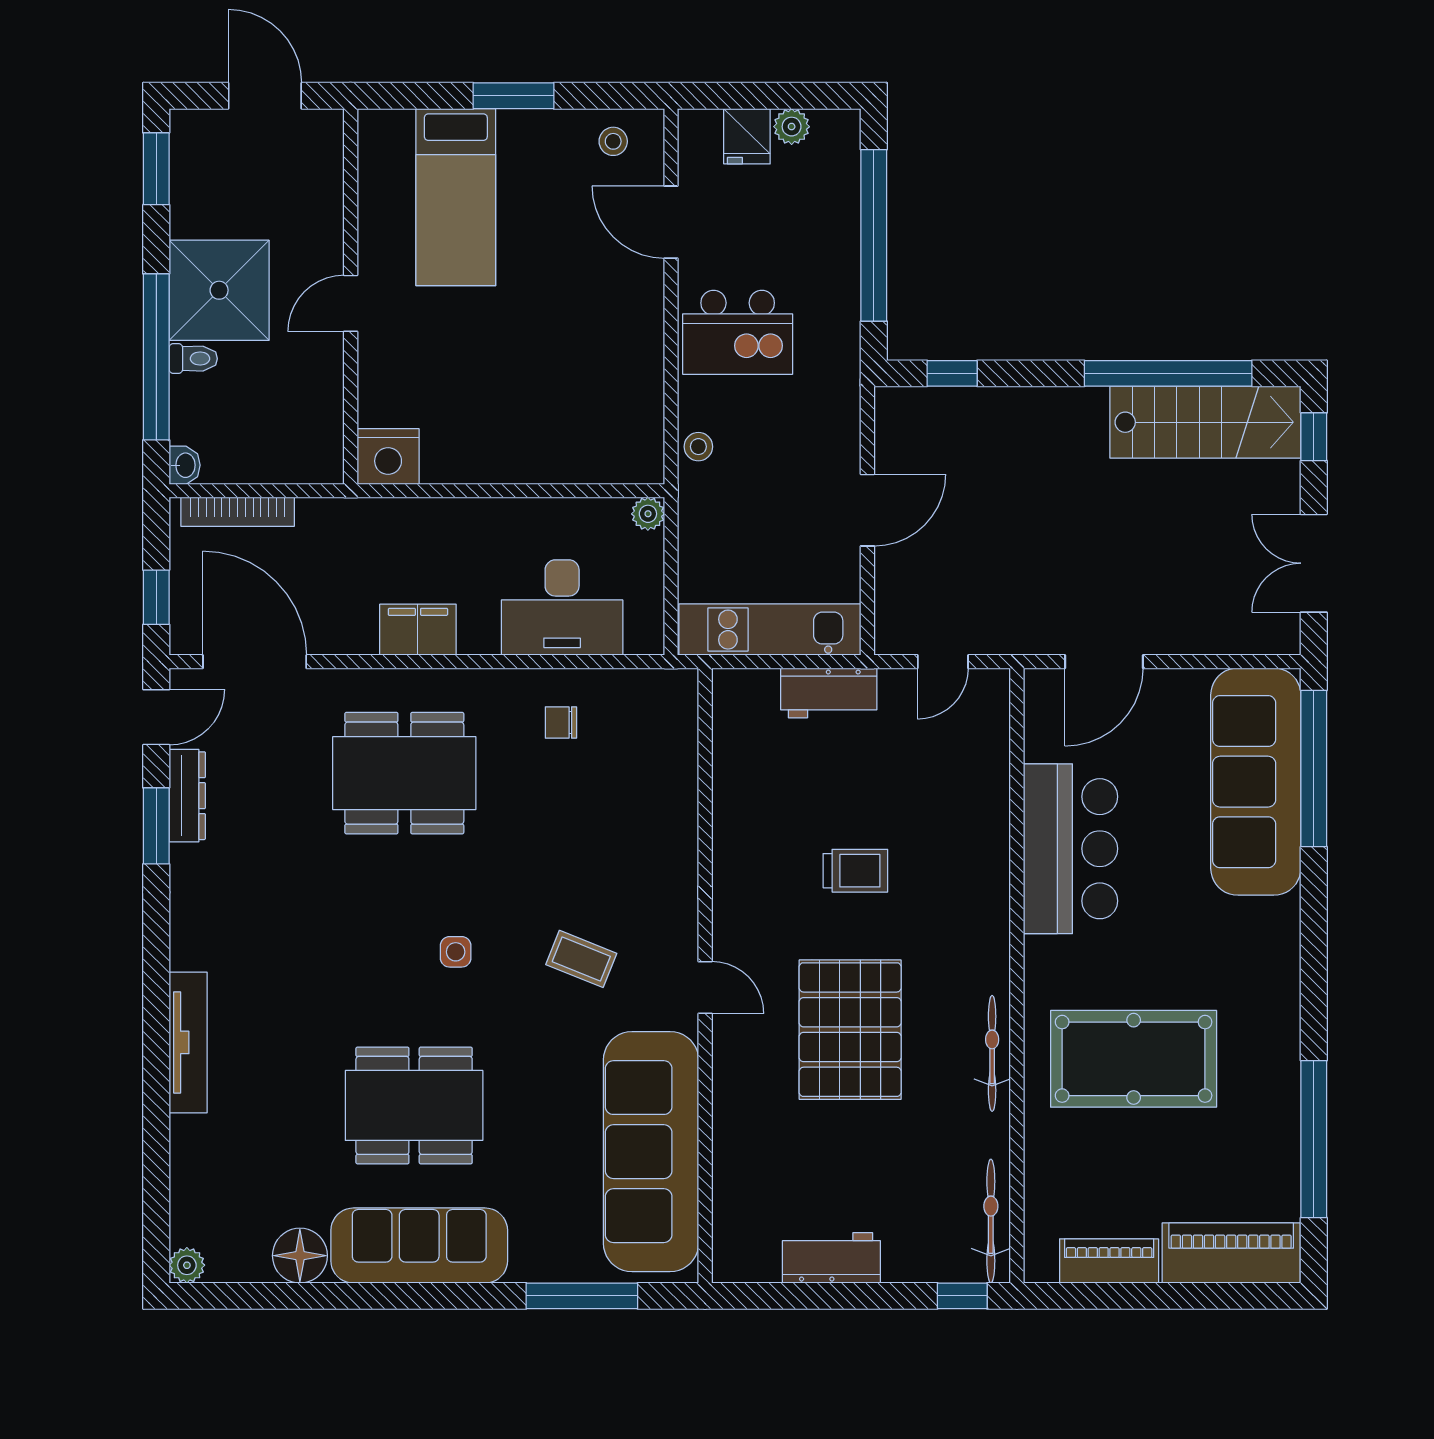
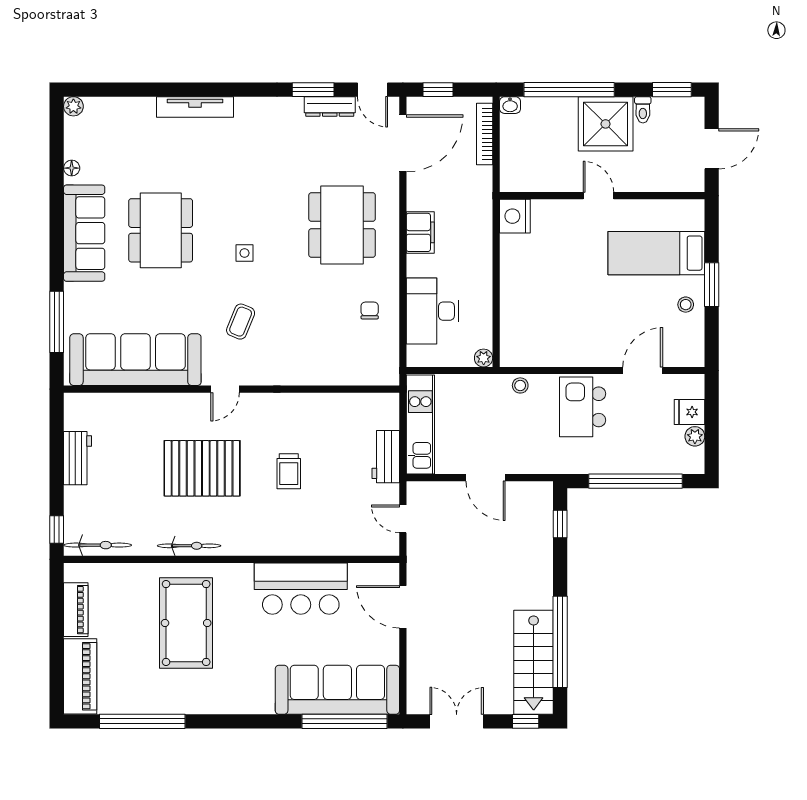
stool: (613, 141) -> (686, 305), moved
toilet: (193, 359) -> (643, 110), moved
floor lamp: (300, 1256) -> (72, 168), width x0.53, depth x0.53

